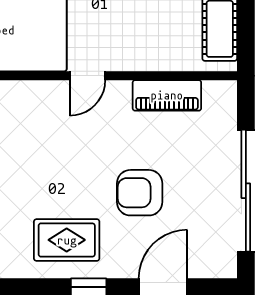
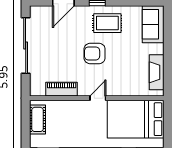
armchair: (140, 193) -> (95, 53), moved, turned 180

